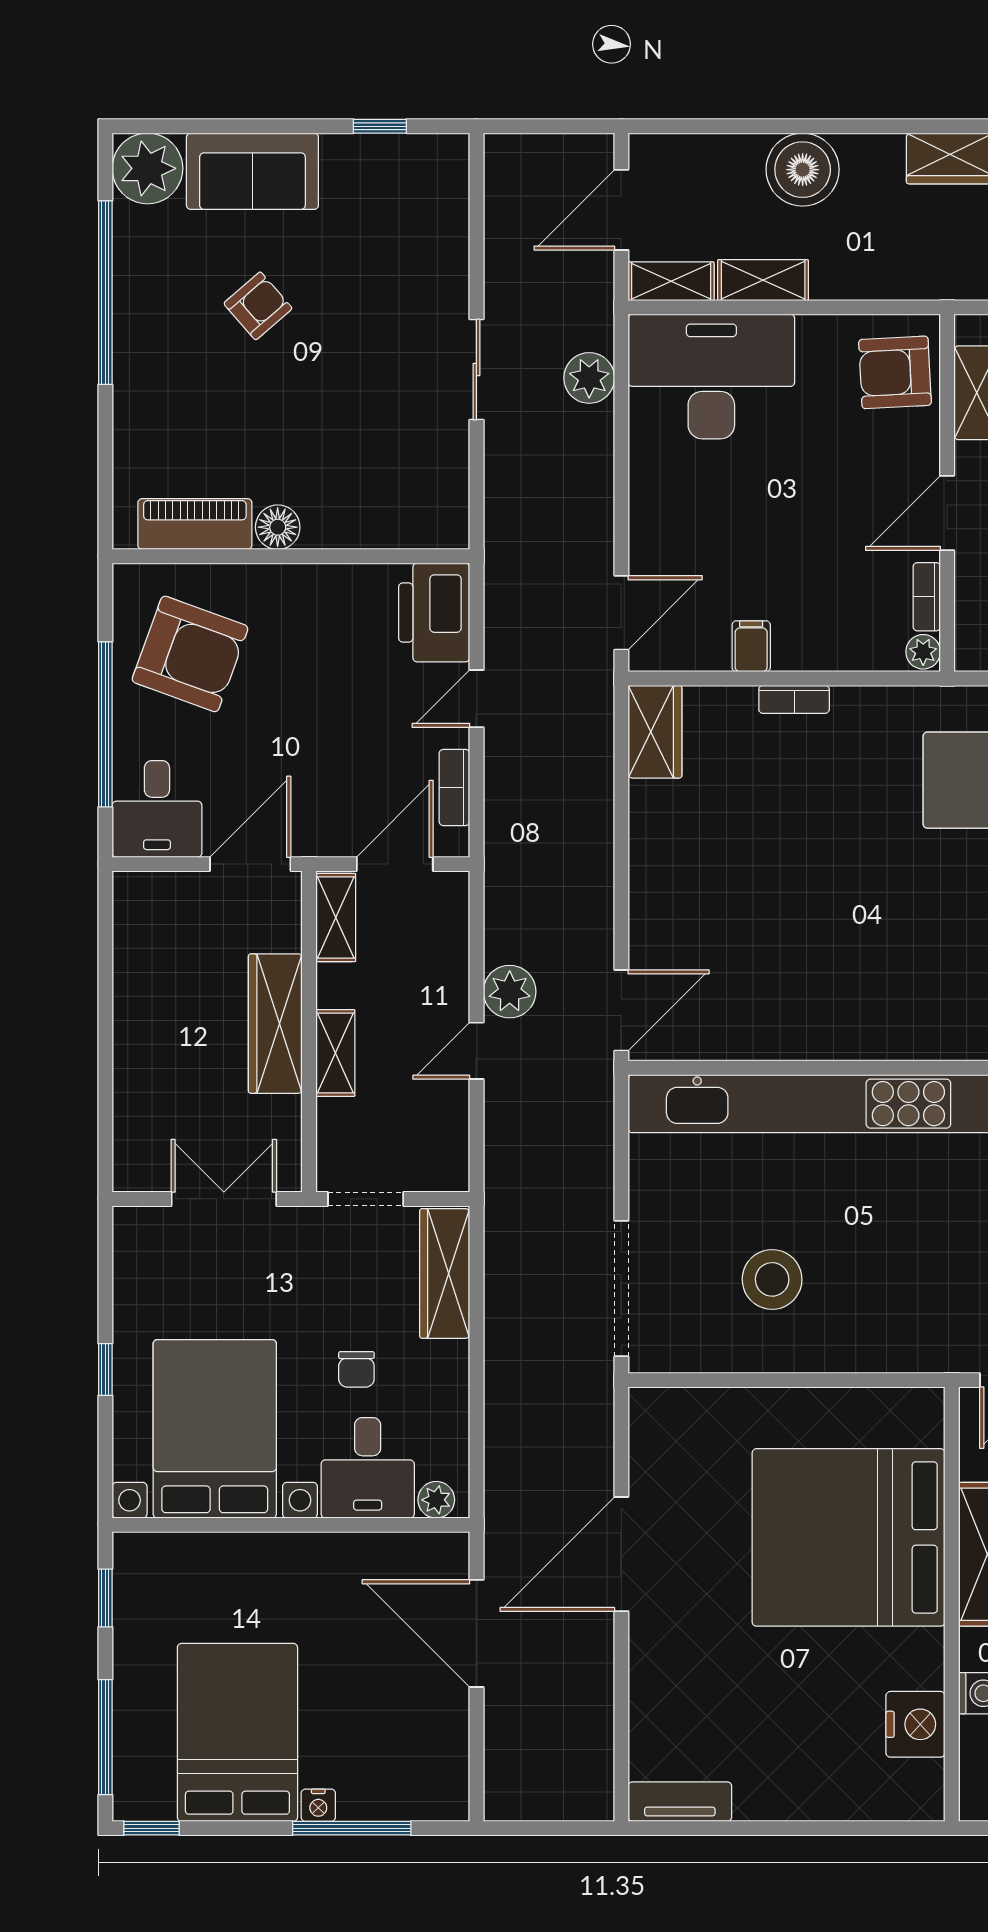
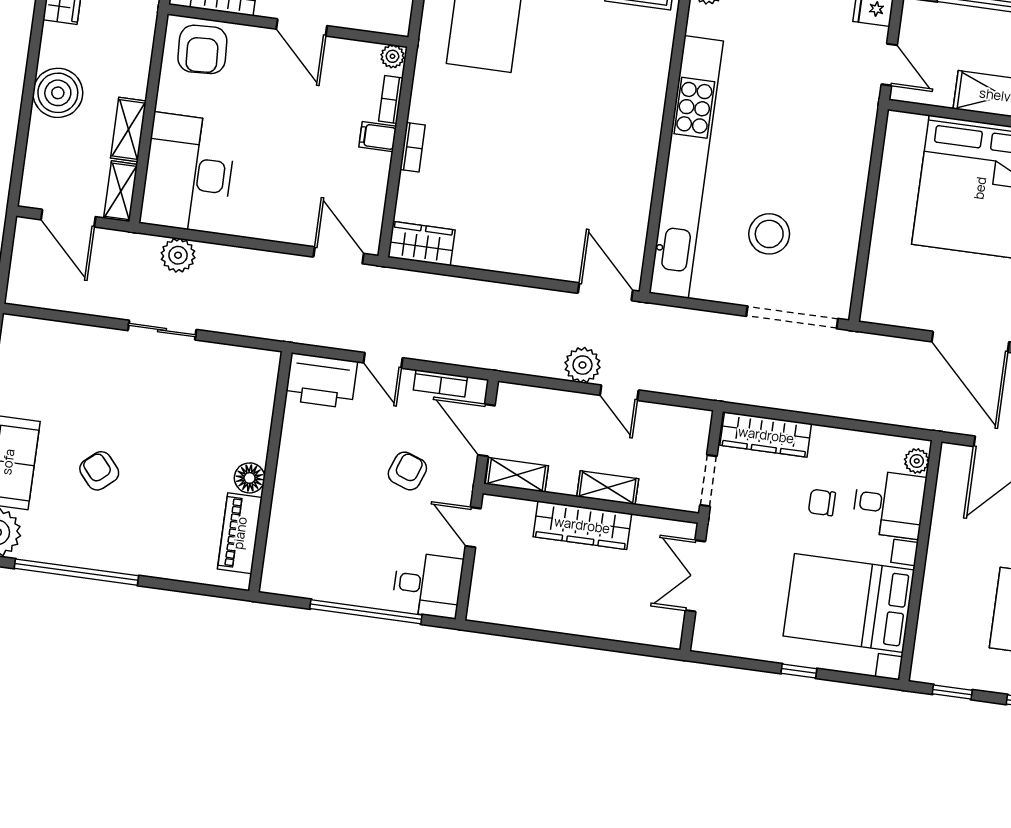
bookcase: (927, 597) -> (391, 100), moved, turned 90
filing cabinet: (751, 646) -> (378, 137), moved
armchair: (190, 654) -> (407, 471), moved, width x0.53, depth x0.53
door: (250, 864) -> (473, 527), width x0.73
stool: (772, 1279) -> (769, 234), moved
chair: (356, 1369) -> (822, 503), turned 180

